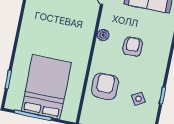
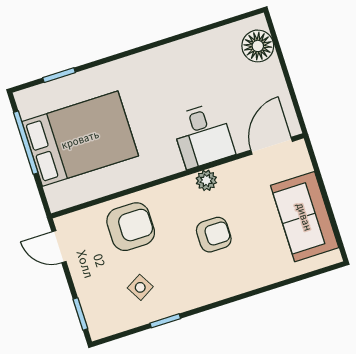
desk: (79, 24) -> (203, 135), added

